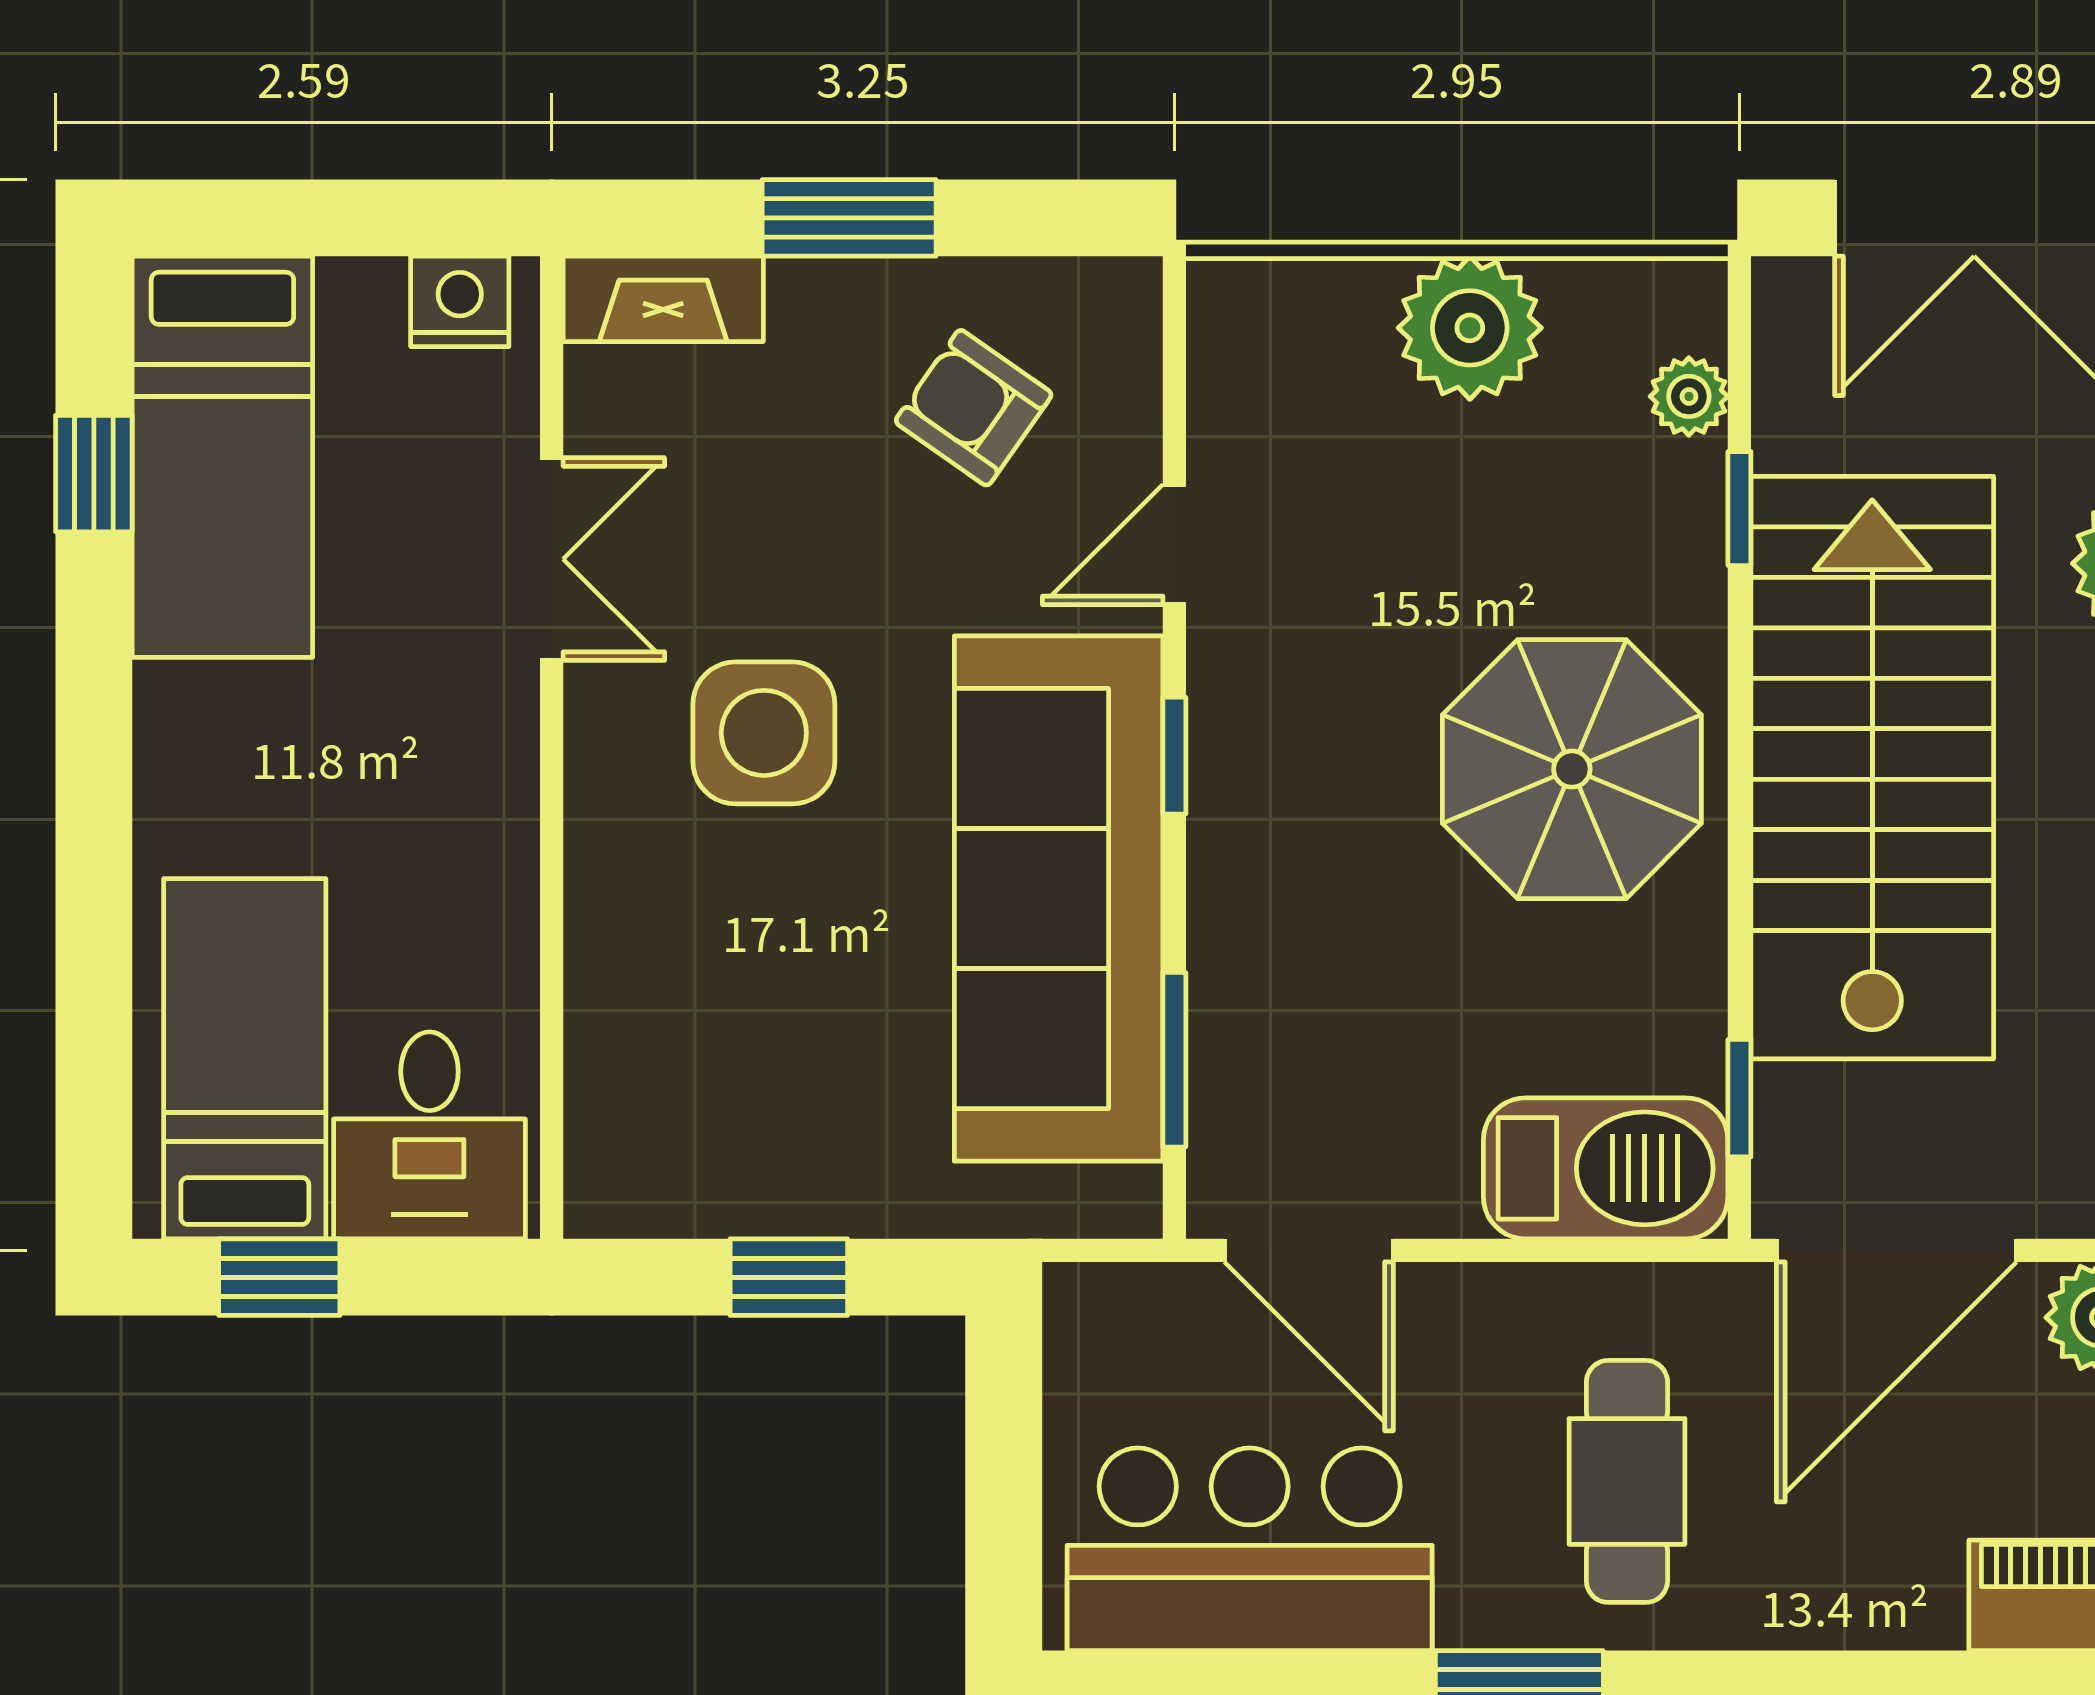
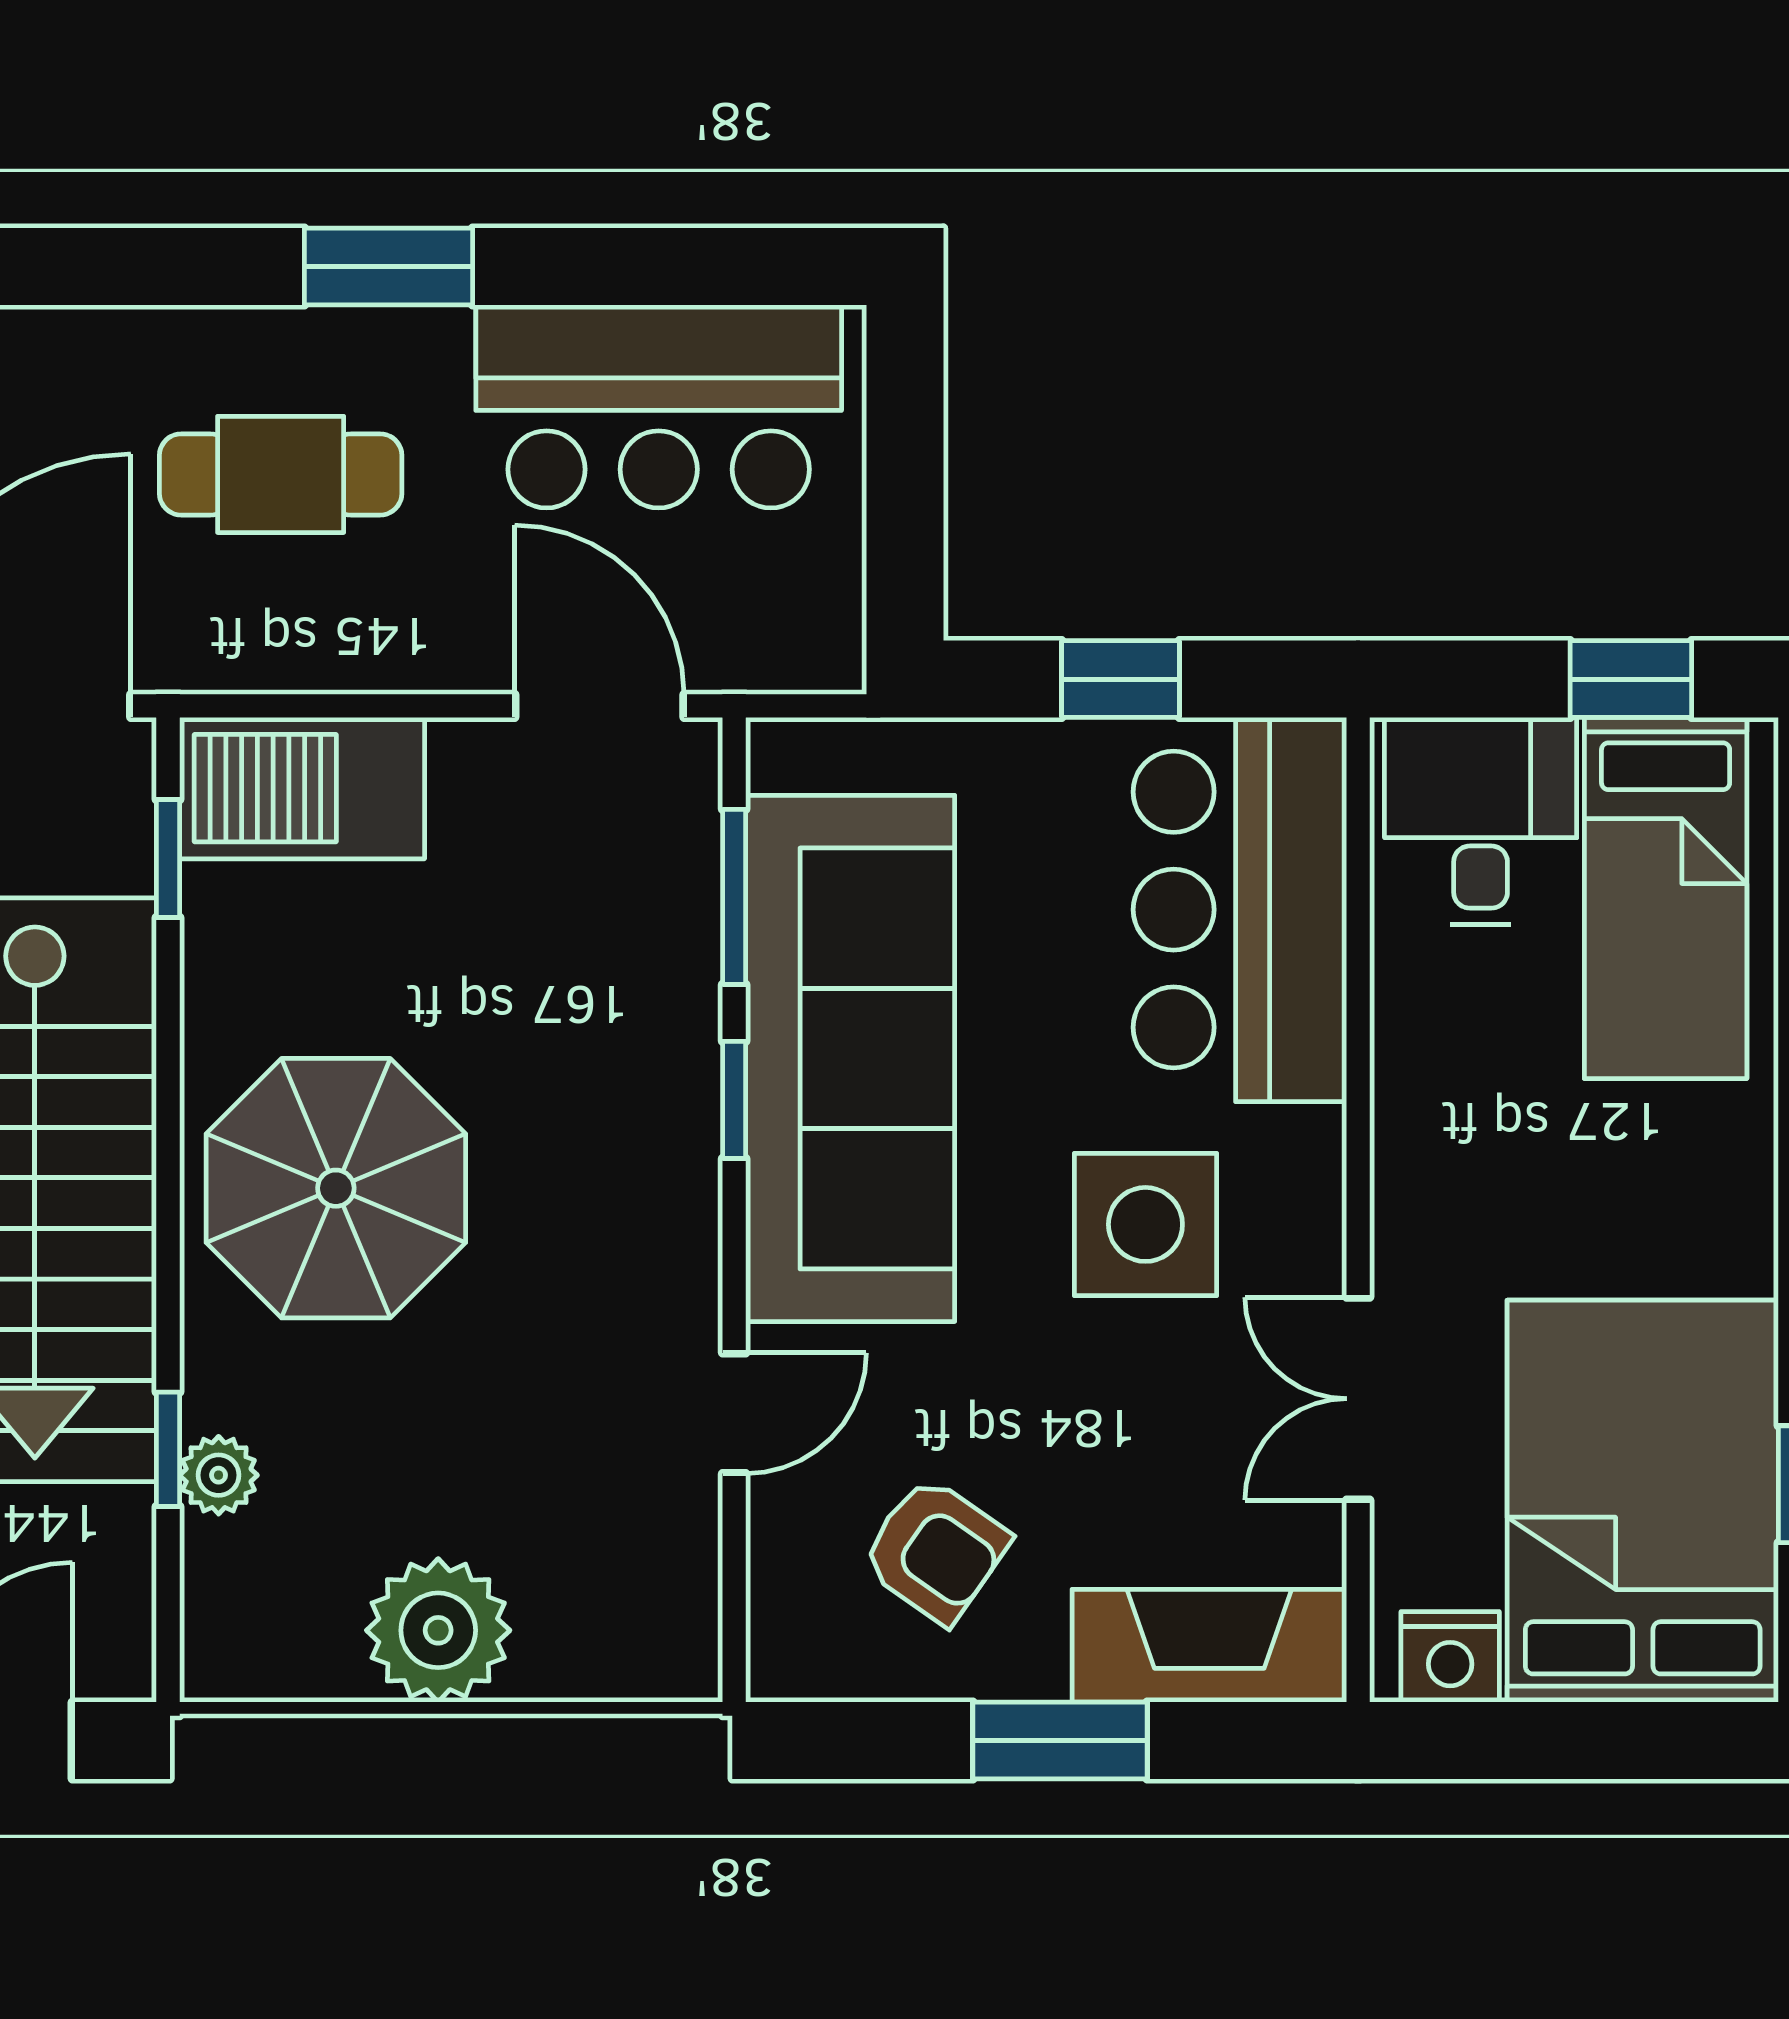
fireplace: (663, 299) -> (1209, 1646), width x1.37, depth x1.32
plant: (1689, 396) -> (219, 1475), moved
bed: (222, 457) -> (1643, 1501), width x1.50
window: (1174, 756) -> (734, 1100), moved
bar counter: (670, 1047) -> (1240, 910), added
cafe table: (1627, 1481) -> (281, 474), turned 90

